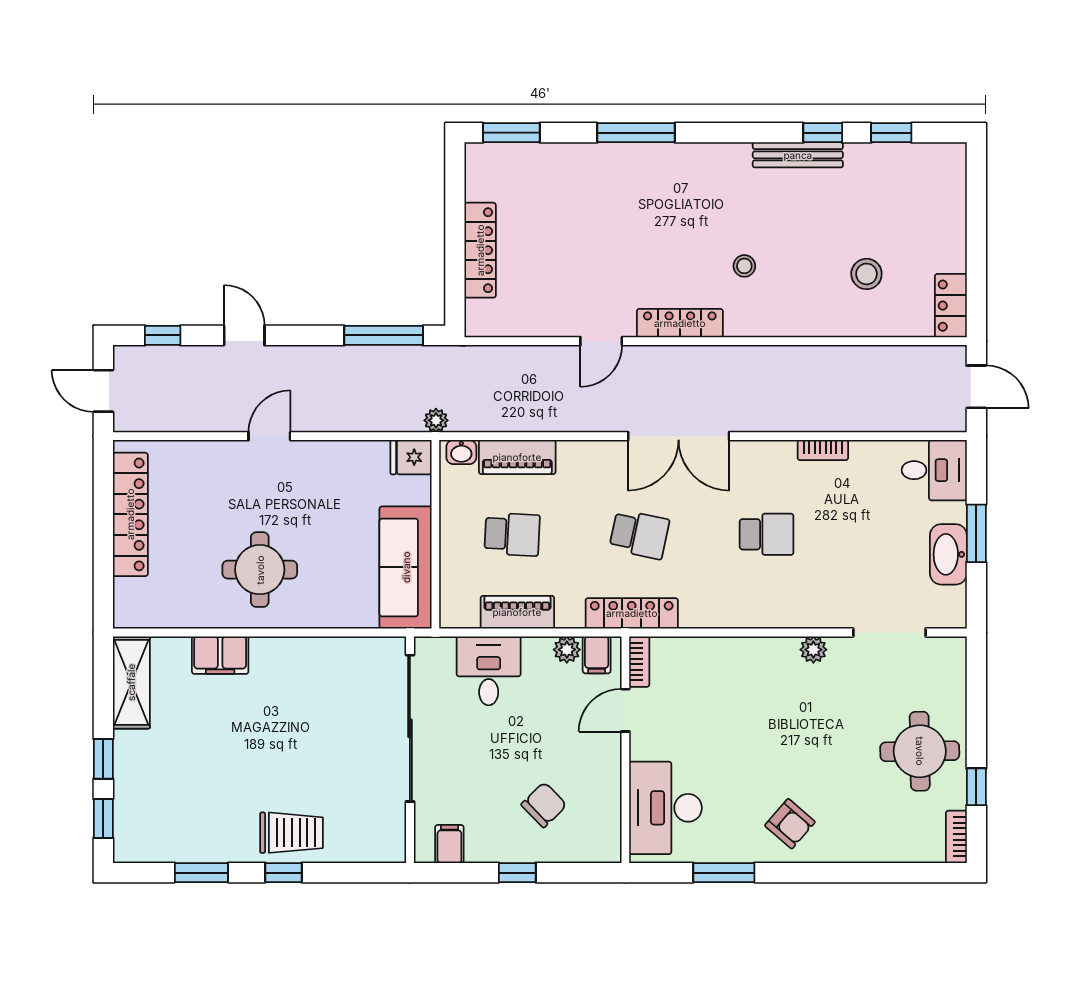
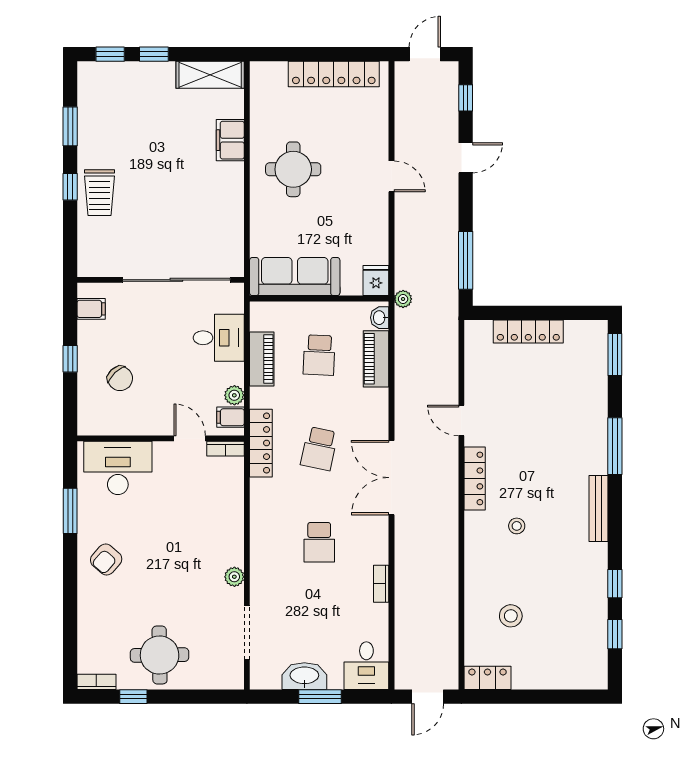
bench: (798, 155) -> (599, 508), moved

